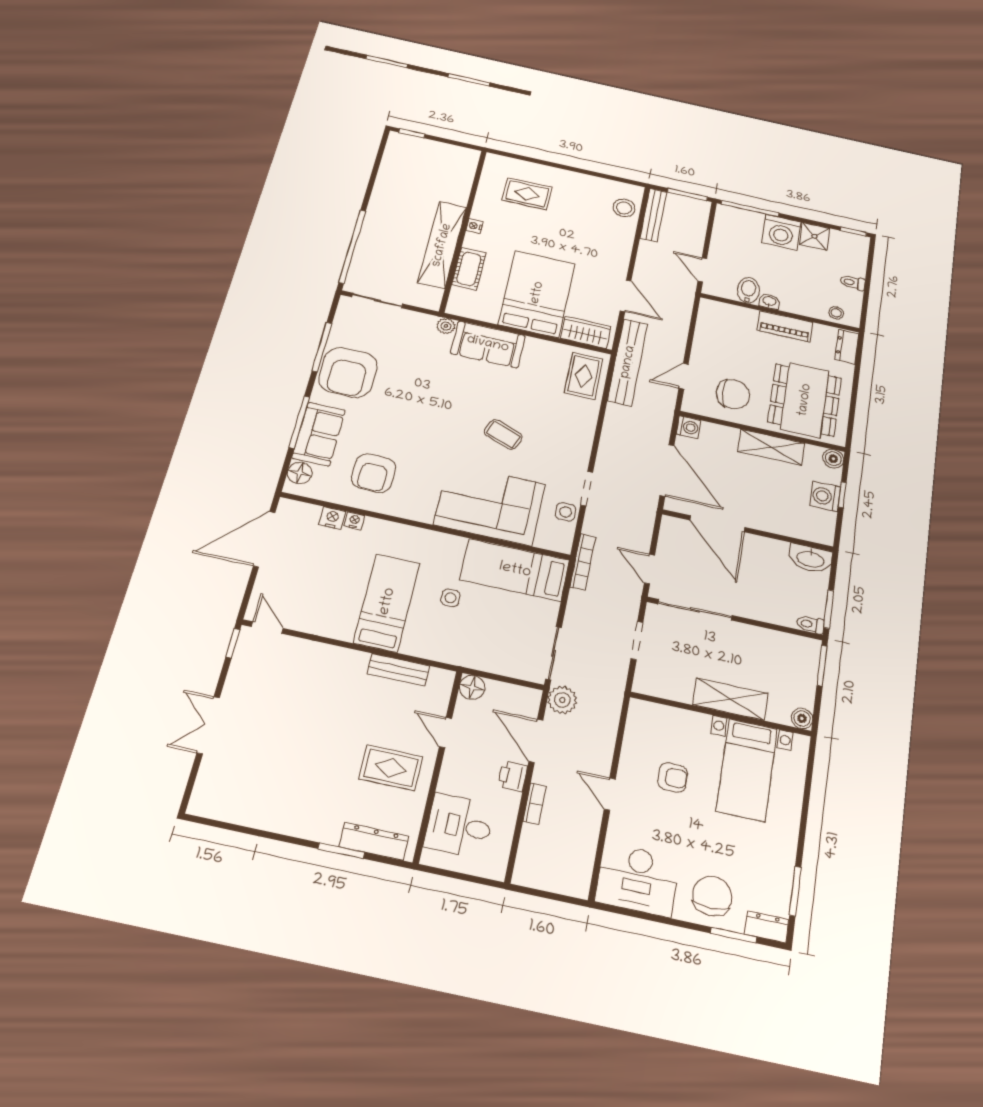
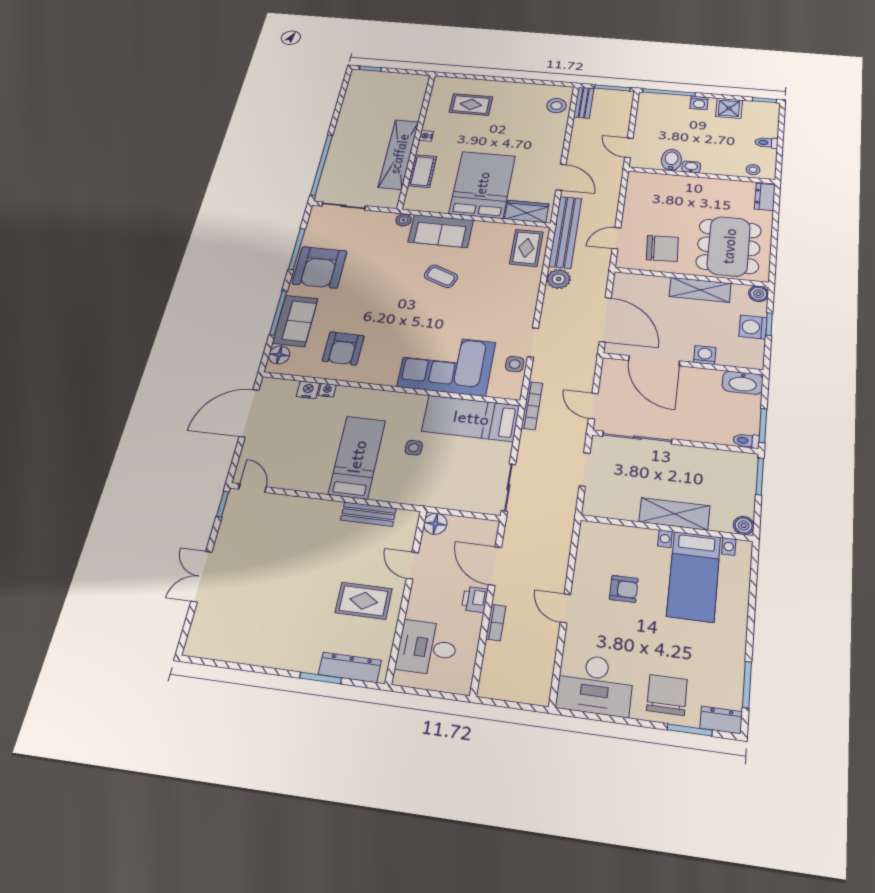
bench: (654, 215) -> (584, 103), width x0.73
washing machine: (781, 232) -> (699, 103), width x0.53, depth x0.53
piano: (785, 326) -> (707, 186), removed
washing machine: (689, 427) -> (705, 355), moved, turned -90
coffee table: (503, 434) -> (441, 276), moved
plant: (562, 700) -> (559, 279), moved

